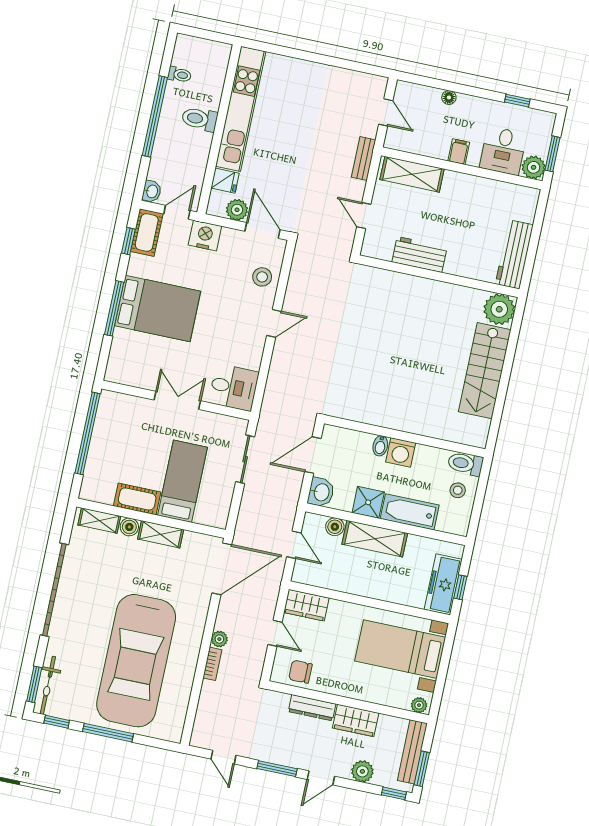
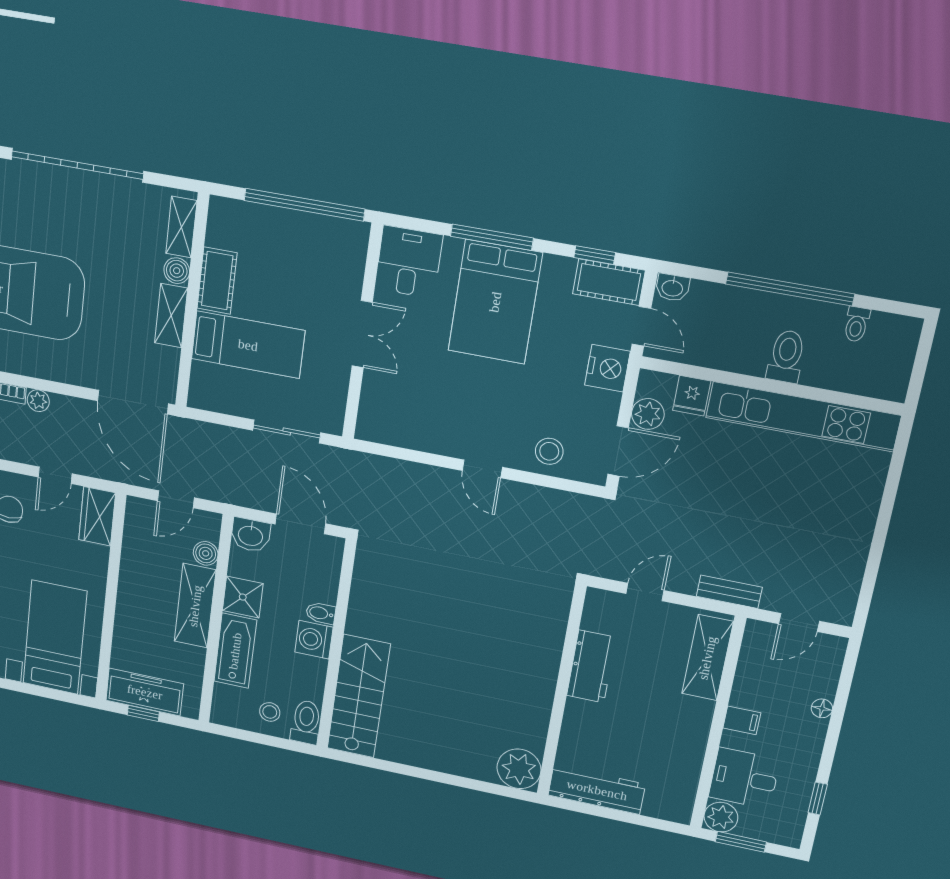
stairs: (485, 371) -> (359, 696), moved, turned 90
desk: (234, 387) -> (409, 262), moved, turned 180

